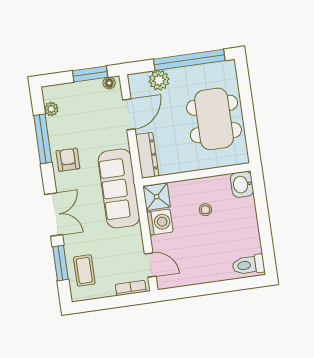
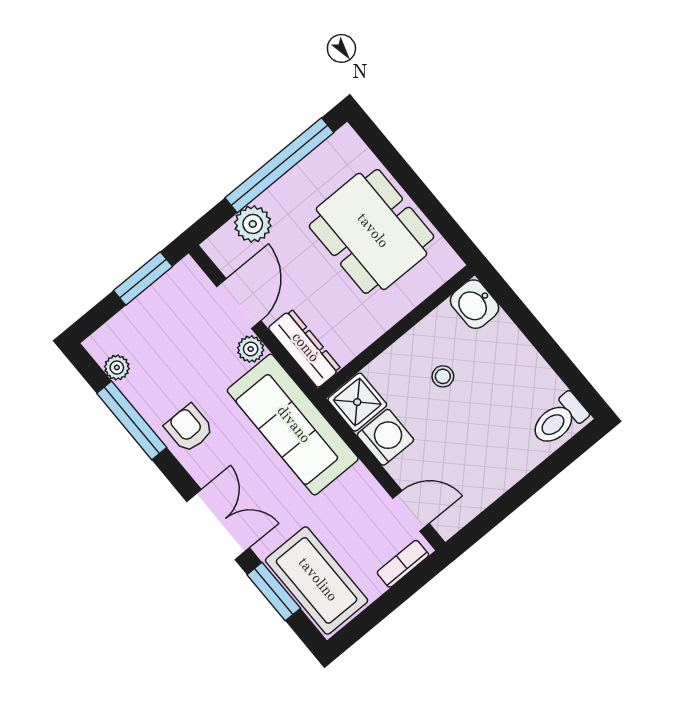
floor lamp: (109, 83) -> (180, 274), removed
plant: (121, 140) -> (251, 349), added
coffee table: (84, 270) -> (317, 580), width x1.86, depth x1.72

